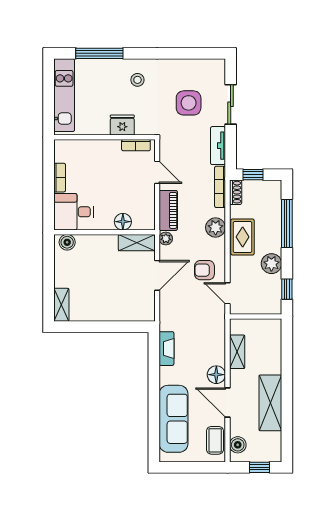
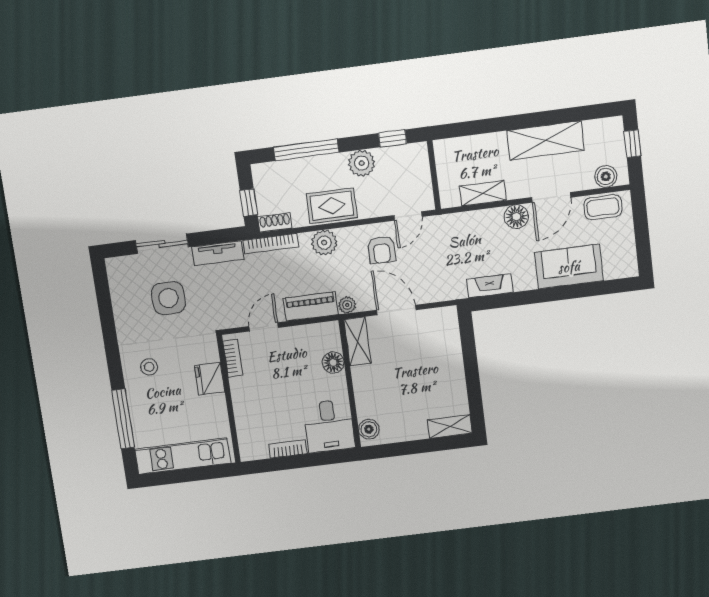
sofa: (174, 419) -> (569, 267), width x0.73

